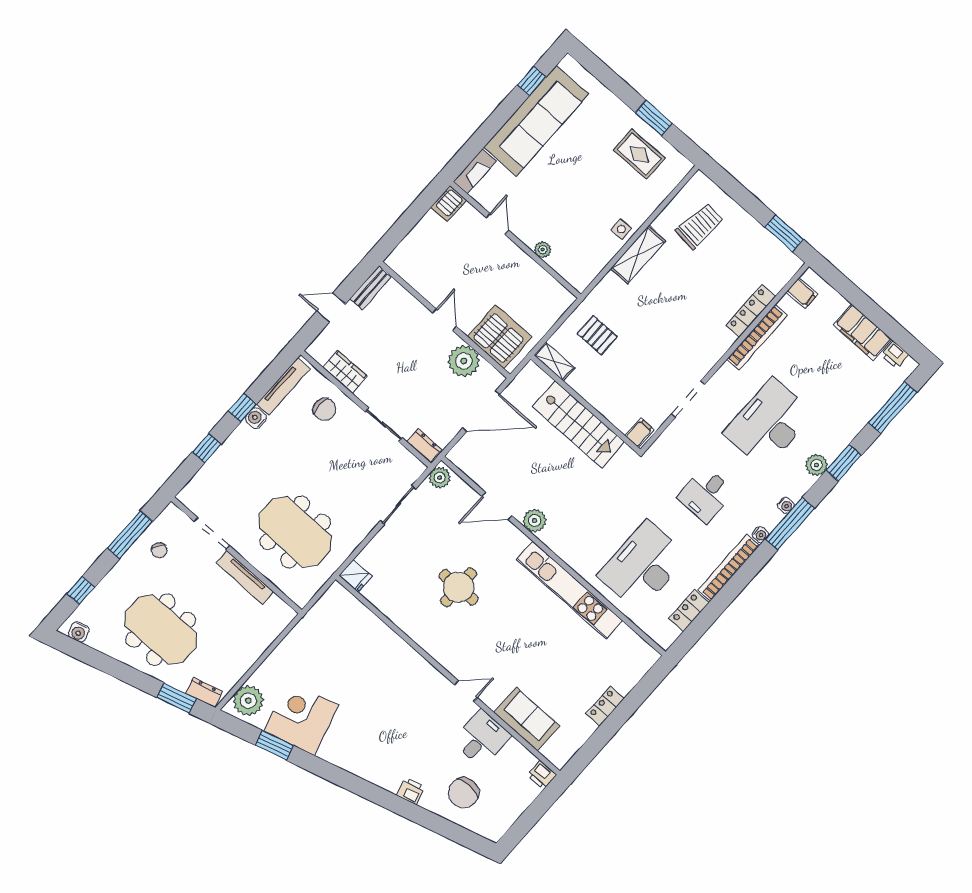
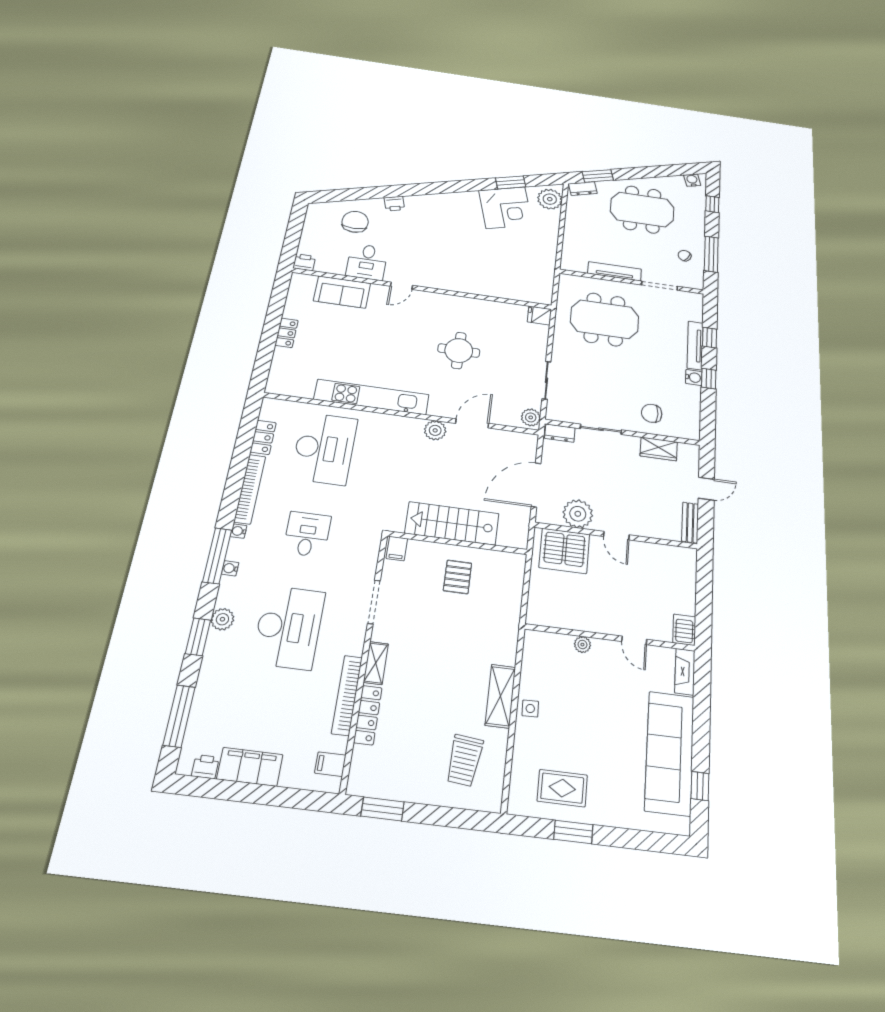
pallet: (597, 335) -> (458, 577), moved, turned 90
shelving: (554, 362) -> (376, 663), moved, turned 90
tv unit: (283, 387) -> (695, 345), moved

